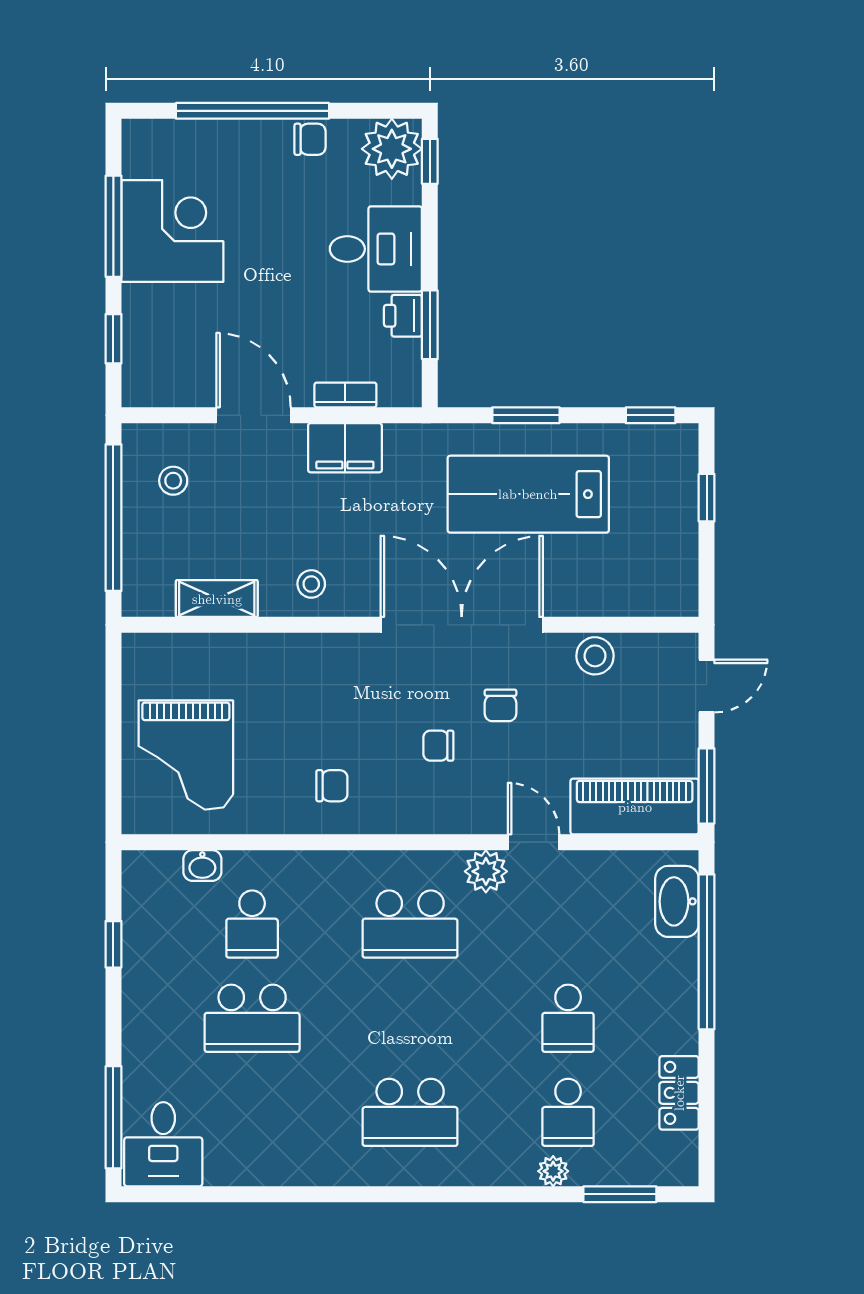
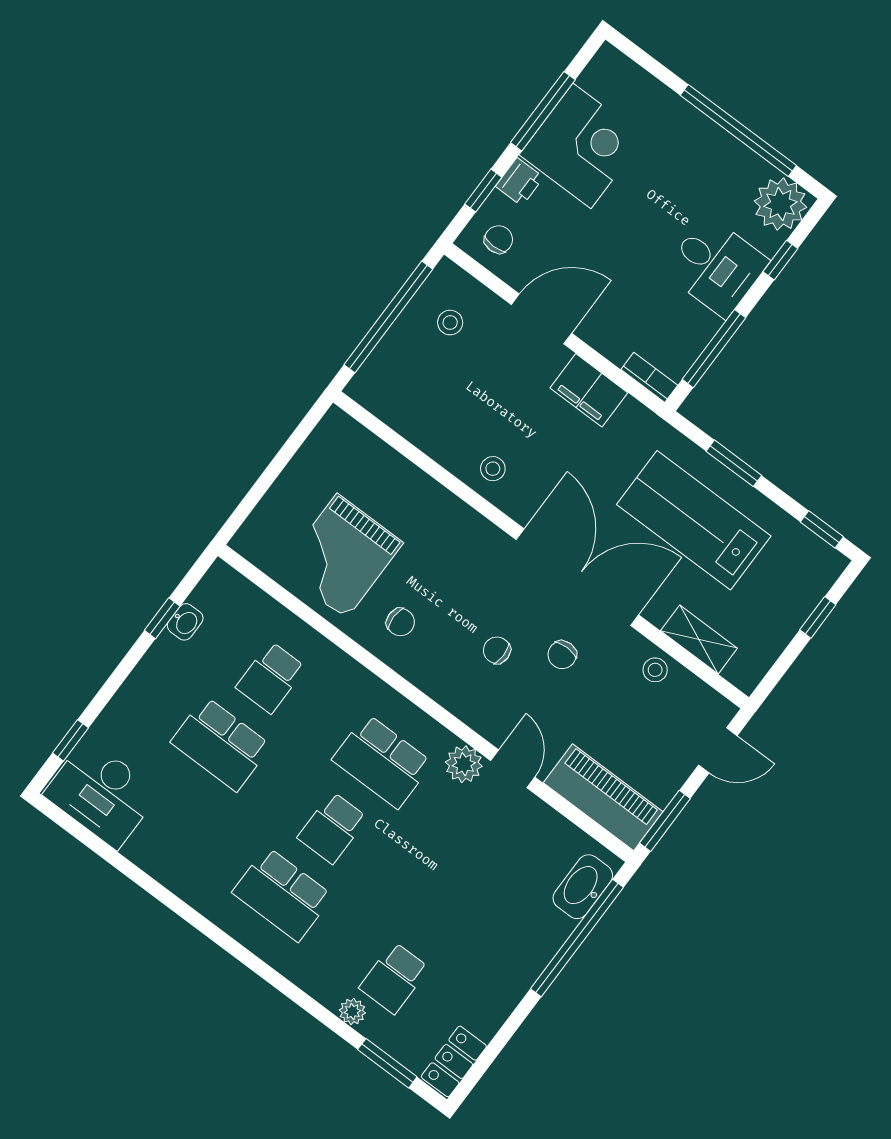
window: (252, 111) -> (738, 130), moved
chair: (310, 139) -> (499, 239), moved, turned -90
window: (430, 161) -> (780, 260), moved
printer: (403, 316) -> (520, 182), moved, turned 180
window: (430, 325) -> (714, 349), width x1.44
bookcase: (345, 395) -> (649, 377), moved
door: (254, 415) -> (542, 319), hinge flipped
shelving: (217, 599) -> (699, 639), moved
stool: (595, 656) -> (655, 670), width x0.73, depth x0.73
grand piano: (186, 755) -> (342, 556), moved
washbasin: (202, 866) -> (185, 622), moved, turned -90
school desk: (568, 1018) -> (332, 828), moved
locker: (679, 1093) -> (454, 1061), moved
window: (113, 1117) -> (70, 740), width x0.46
desk: (163, 1144) -> (102, 793), width x1.37

